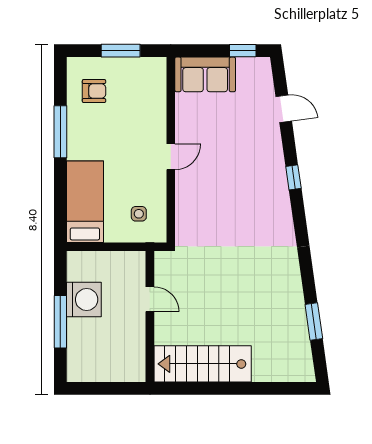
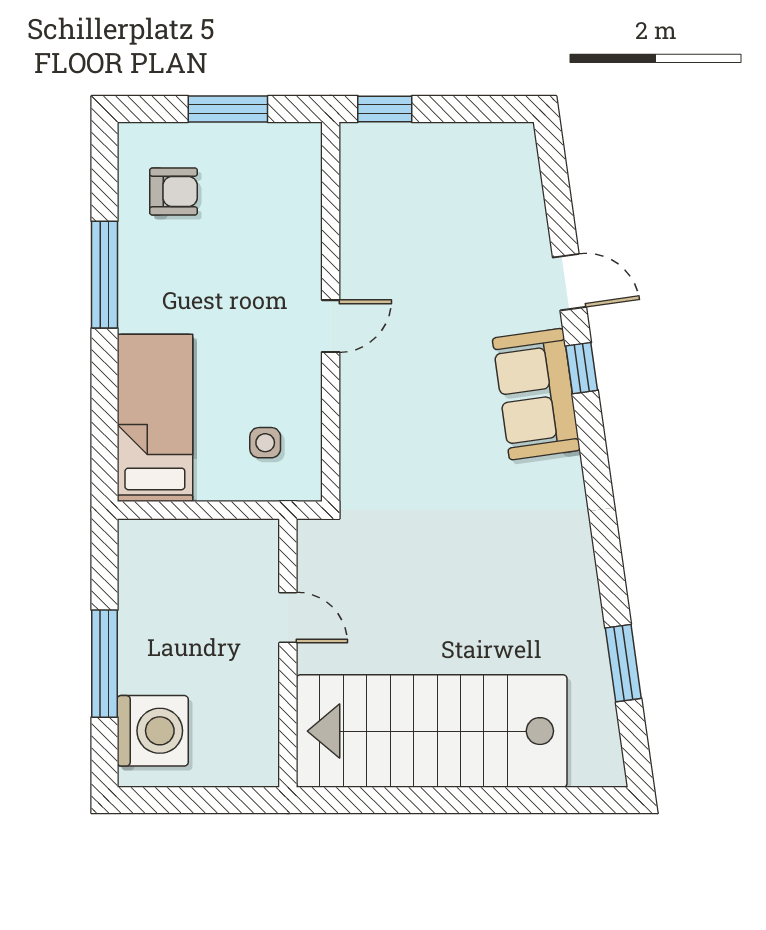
window: (243, 51) -> (385, 109), moved
sofa: (205, 74) -> (536, 394), moved, turned 82
door: (284, 109) -> (569, 282), moved
washing machine: (84, 299) -> (153, 731), moved
stairs: (203, 364) -> (432, 731), width x1.36, depth x1.51

